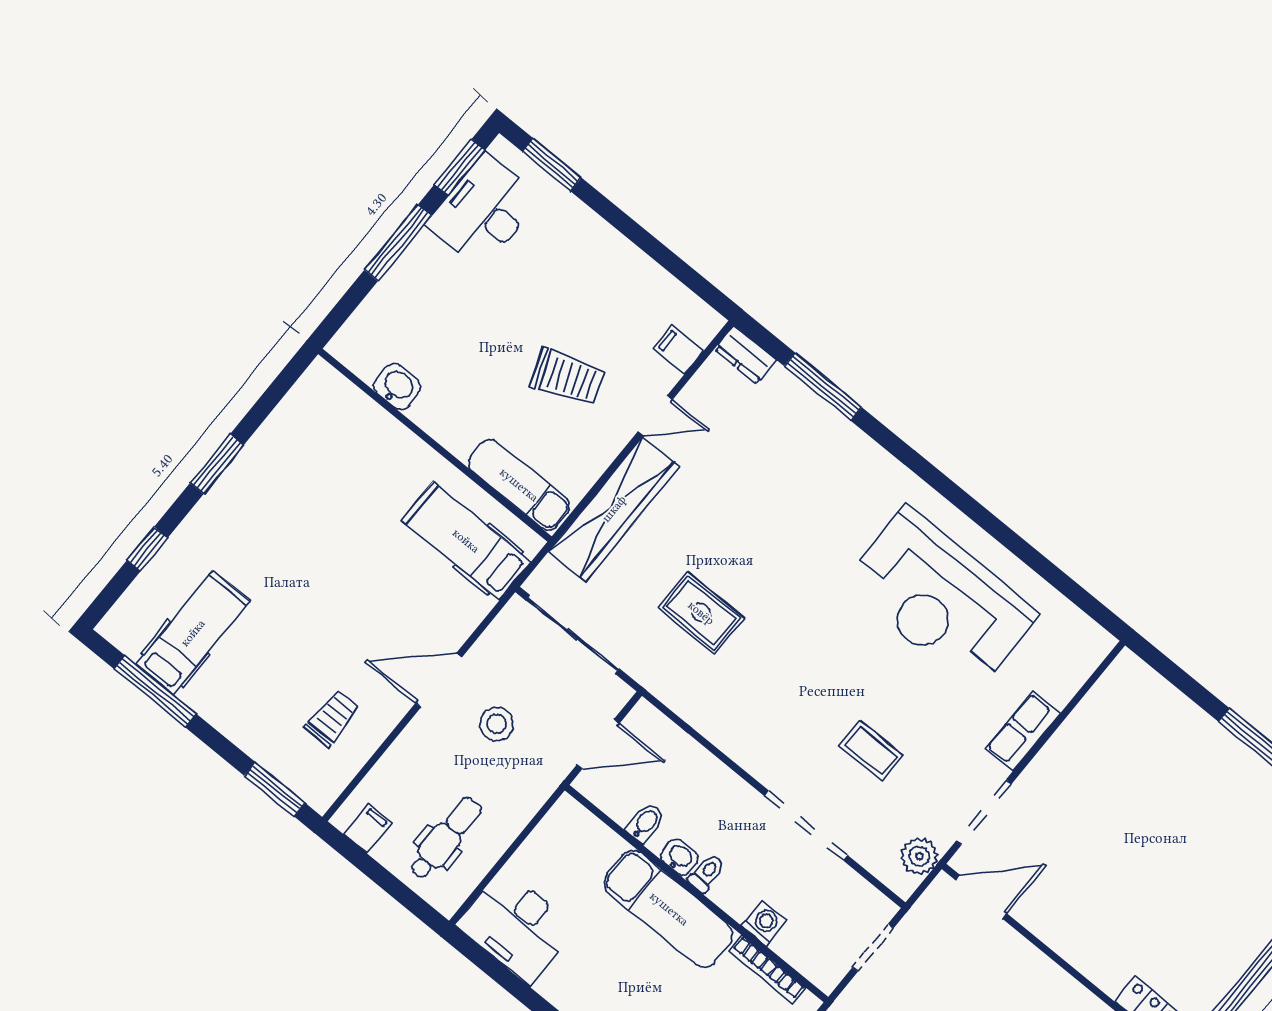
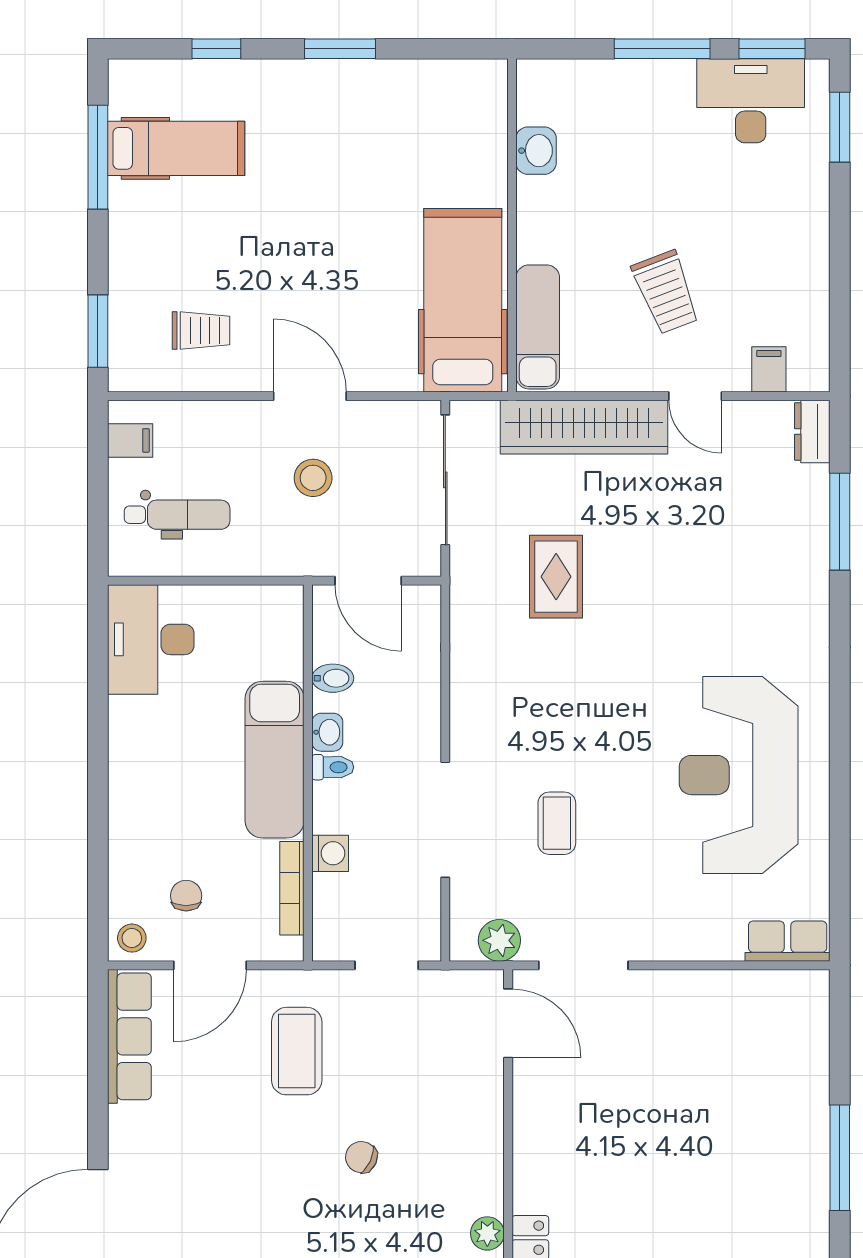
hospital bed: (466, 541) -> (463, 300), width x1.37, depth x1.29
row of seats: (1023, 731) -> (788, 941), moved

